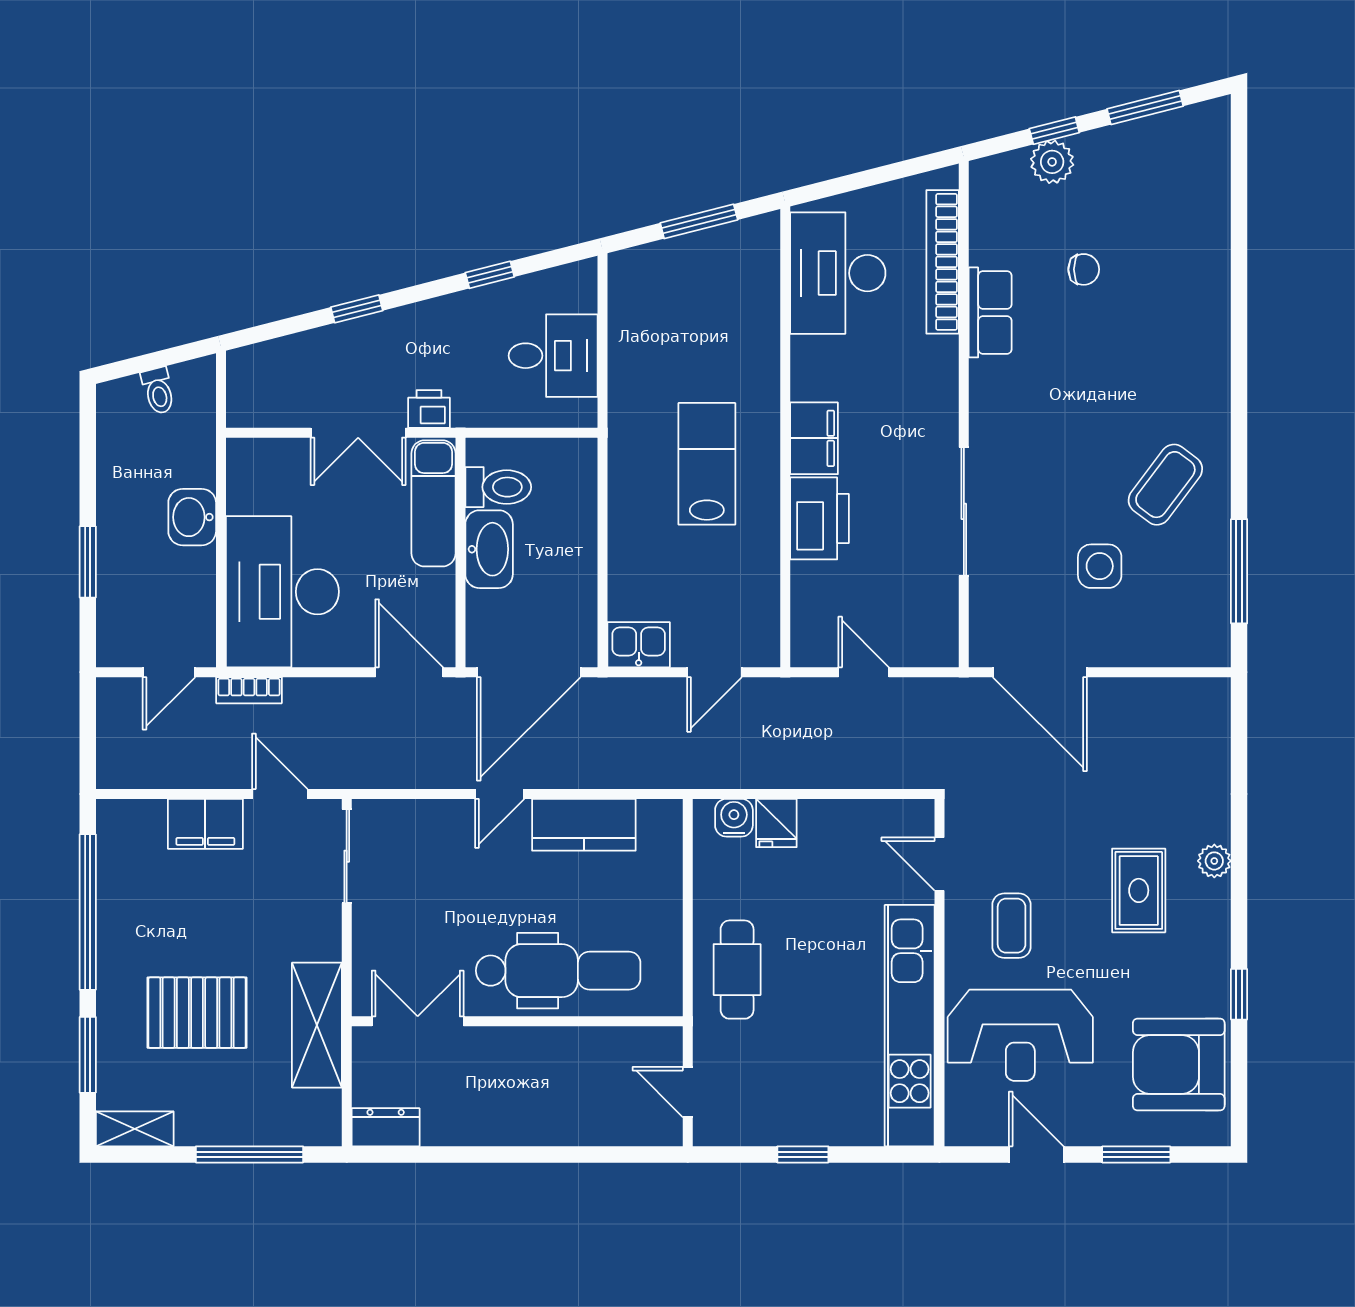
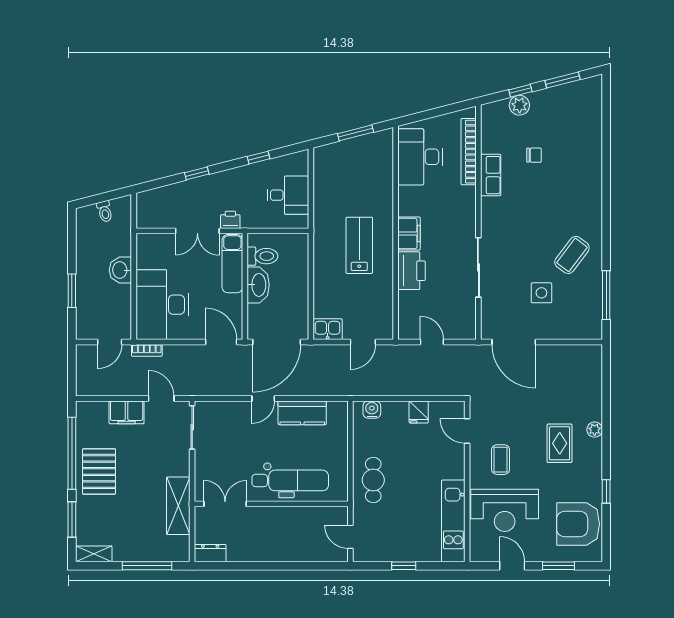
fridge: (776, 823) -> (419, 412), moved
pallet: (197, 1013) -> (99, 471), moved, turned 90
kitchen unit: (910, 1026) -> (453, 521), width x0.73

